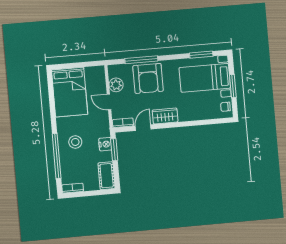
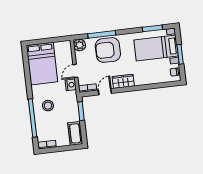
armchair: (148, 78) -> (108, 50), turned 90
plant: (116, 85) -> (80, 45), moved
door: (109, 102) -> (75, 71), hinge flipped
nightstand: (105, 144) -> (71, 85), moved

